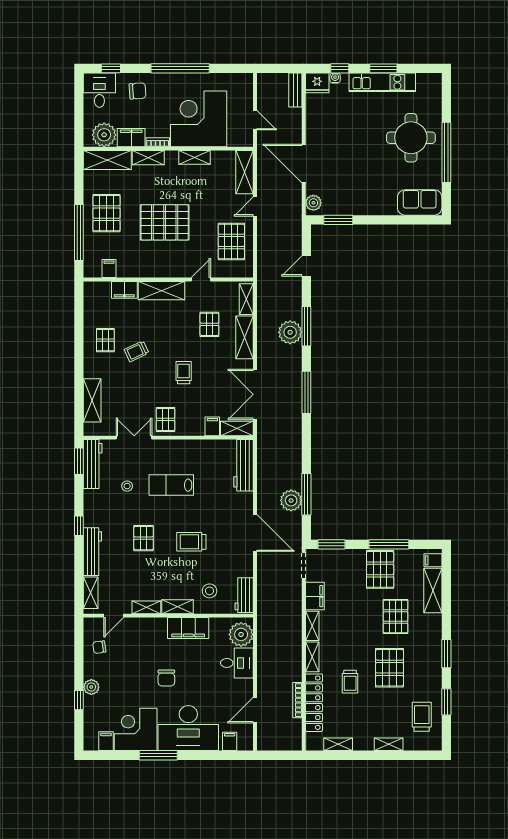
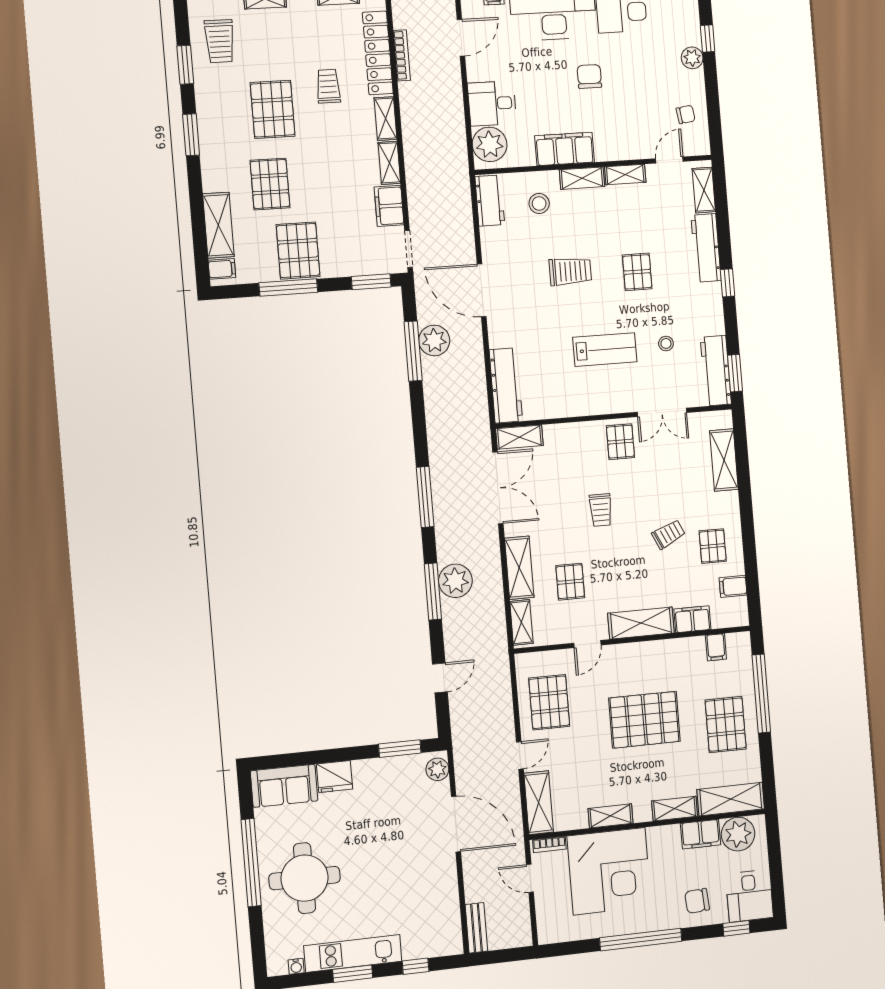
water cooler: (335, 78) -> (296, 966), moved
fridge: (317, 83) -> (335, 776), moved, turned 180
bookcase: (158, 142) -> (549, 844), moved
filing cabinet: (212, 426) -> (733, 586), moved, turned 90

